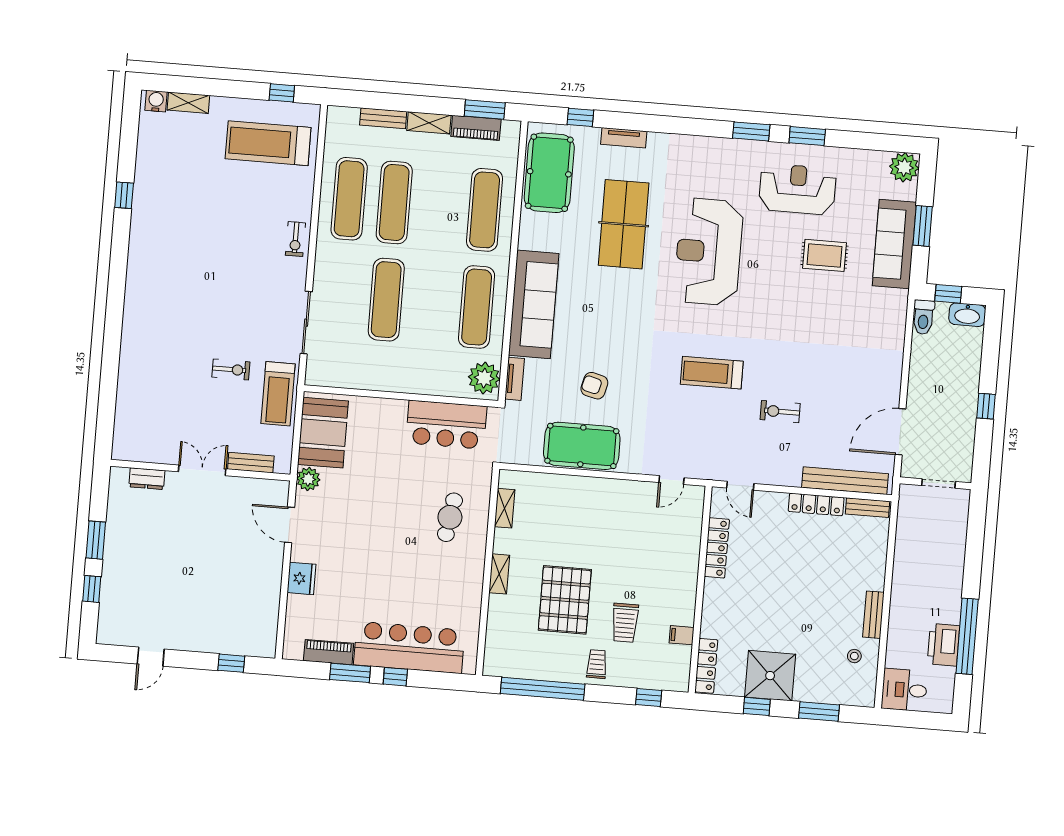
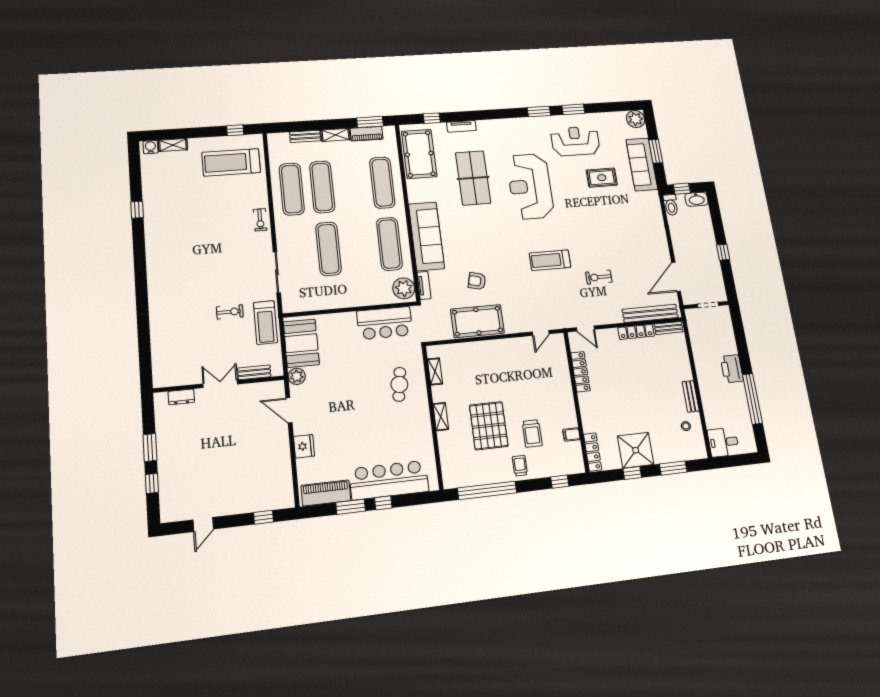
printer: (943, 645) -> (732, 369), moved
piano: (329, 652) -> (326, 493), width x1.37, depth x1.33

